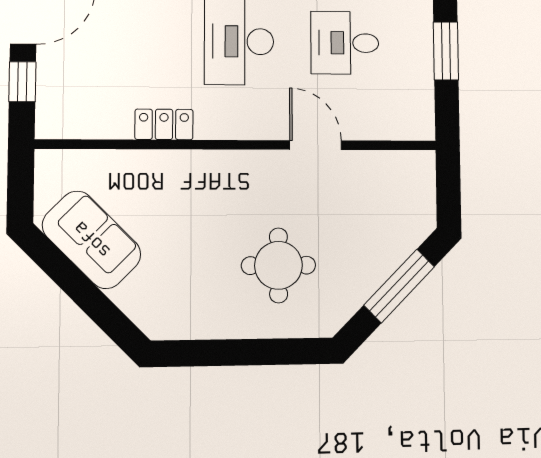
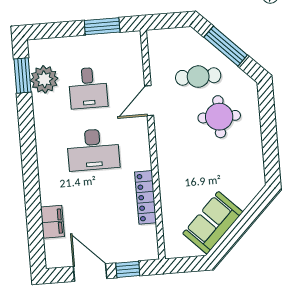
window: (446, 51) -> (102, 26), moved
locker: (164, 124) -> (146, 197), width x1.53
cafe table: (351, 234) -> (198, 77), added

